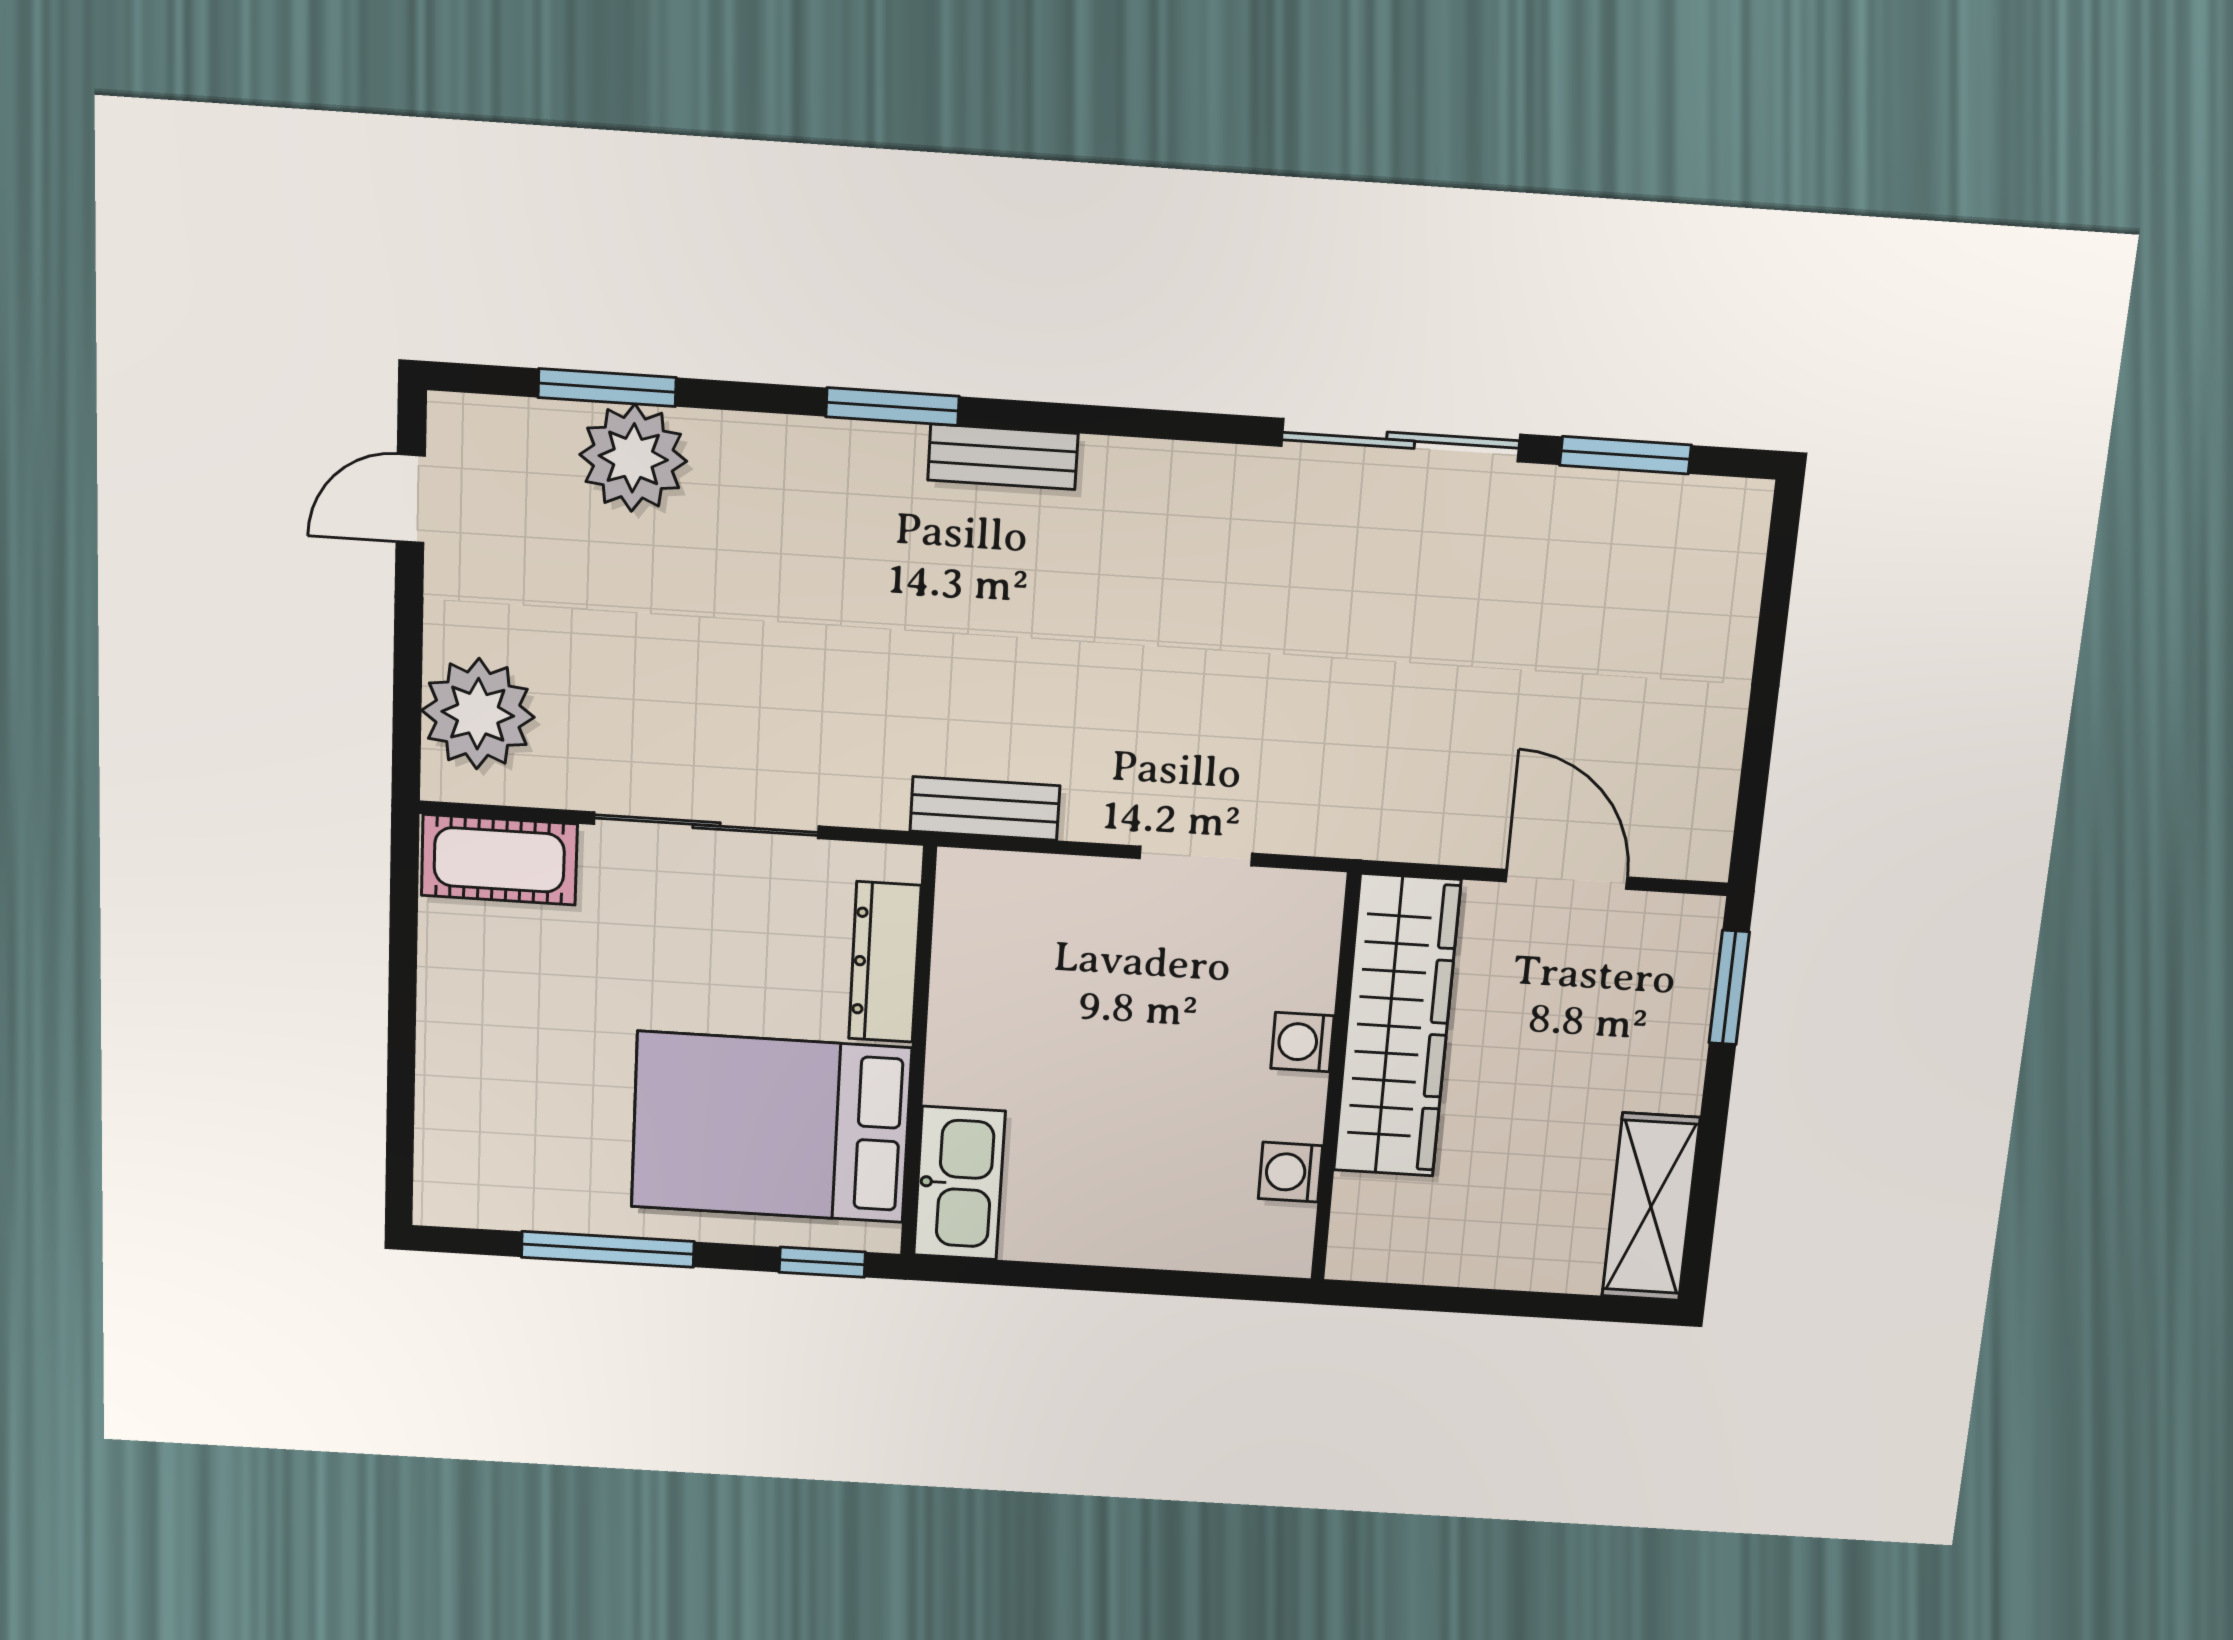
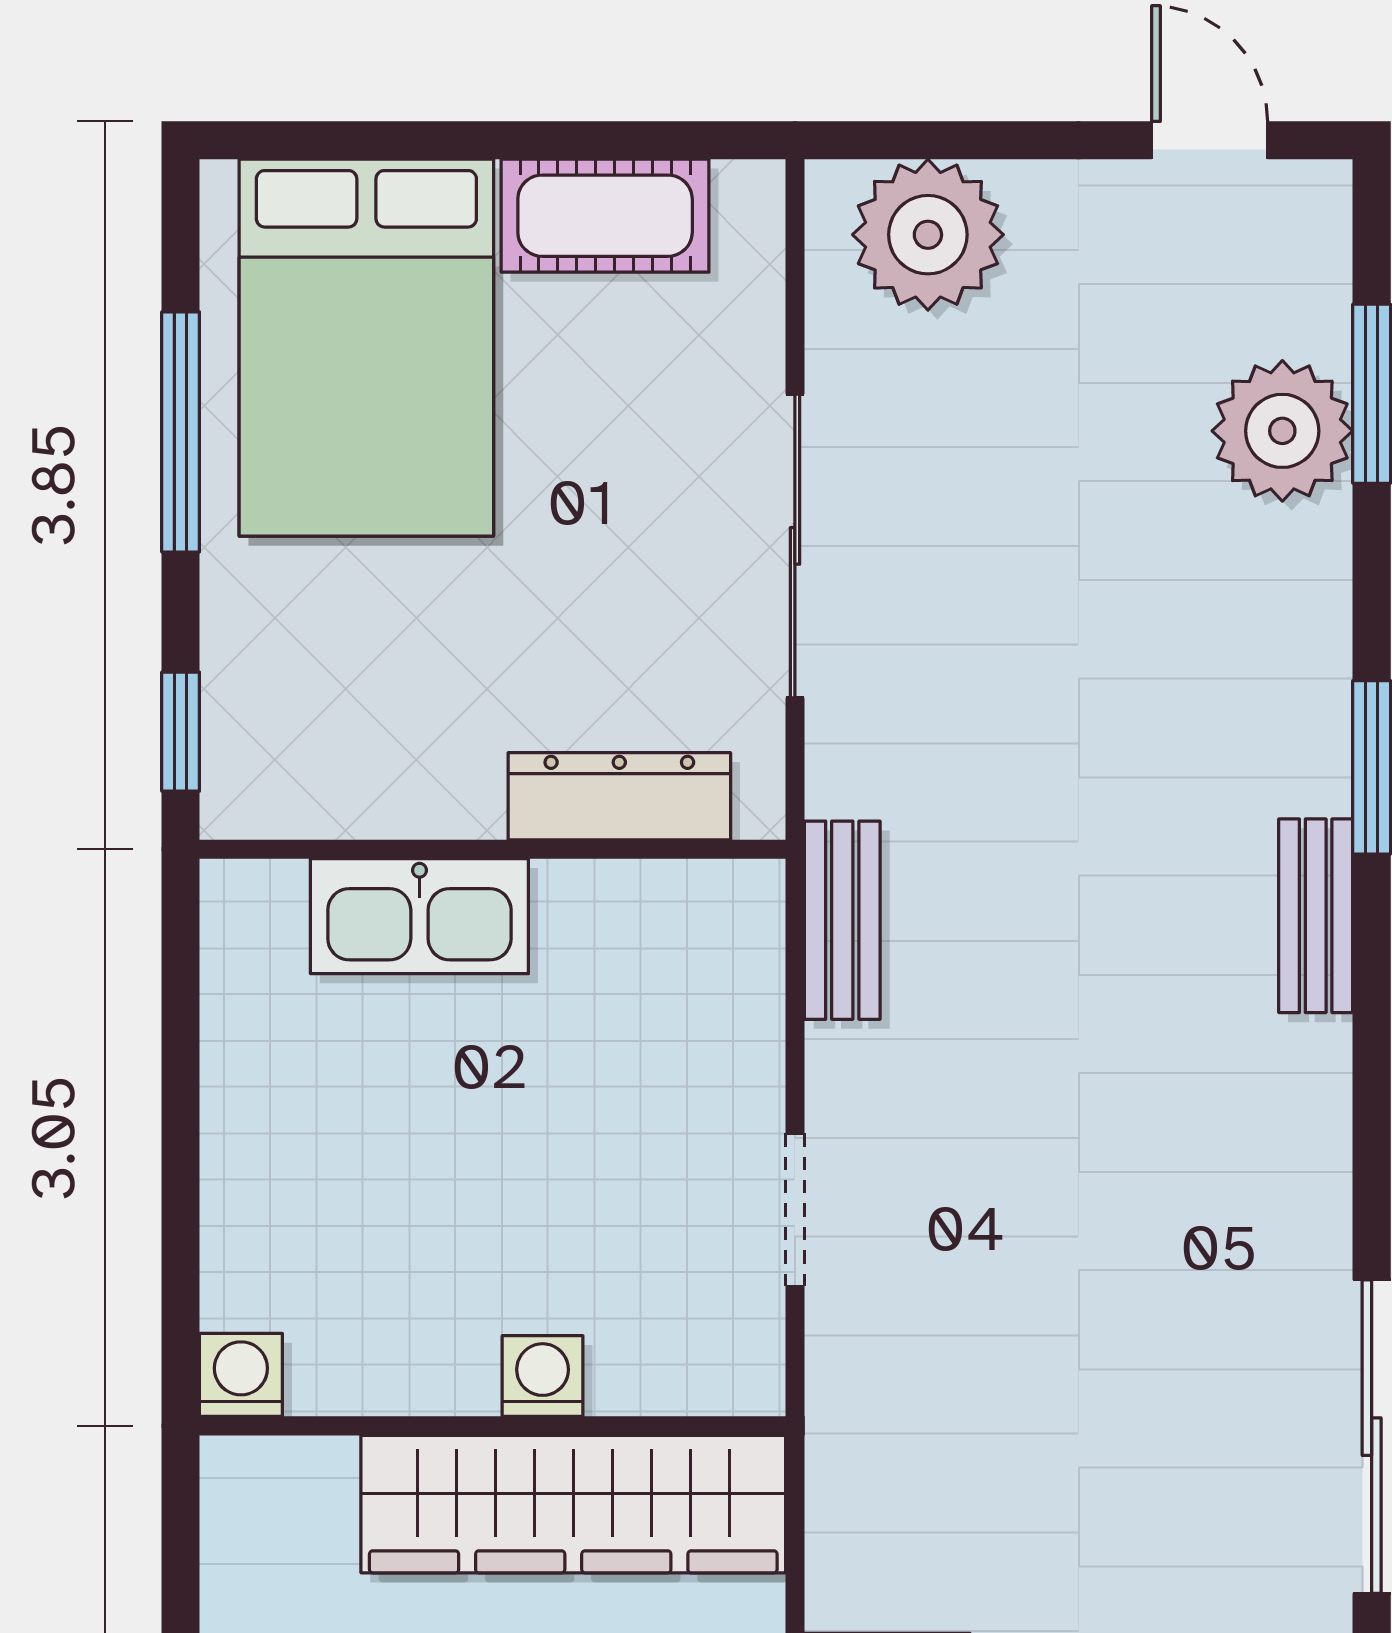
cot: (499, 860) -> (605, 216), moved, turned 90
bed: (771, 1127) -> (366, 348), moved, turned 180
washing machine: (1290, 1172) -> (241, 1375), moved
kitchen sink: (959, 1183) -> (419, 916), moved

